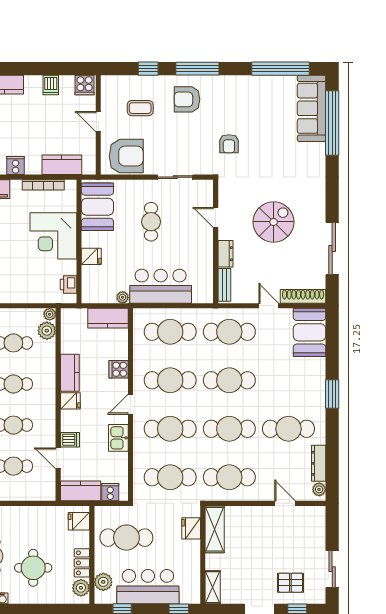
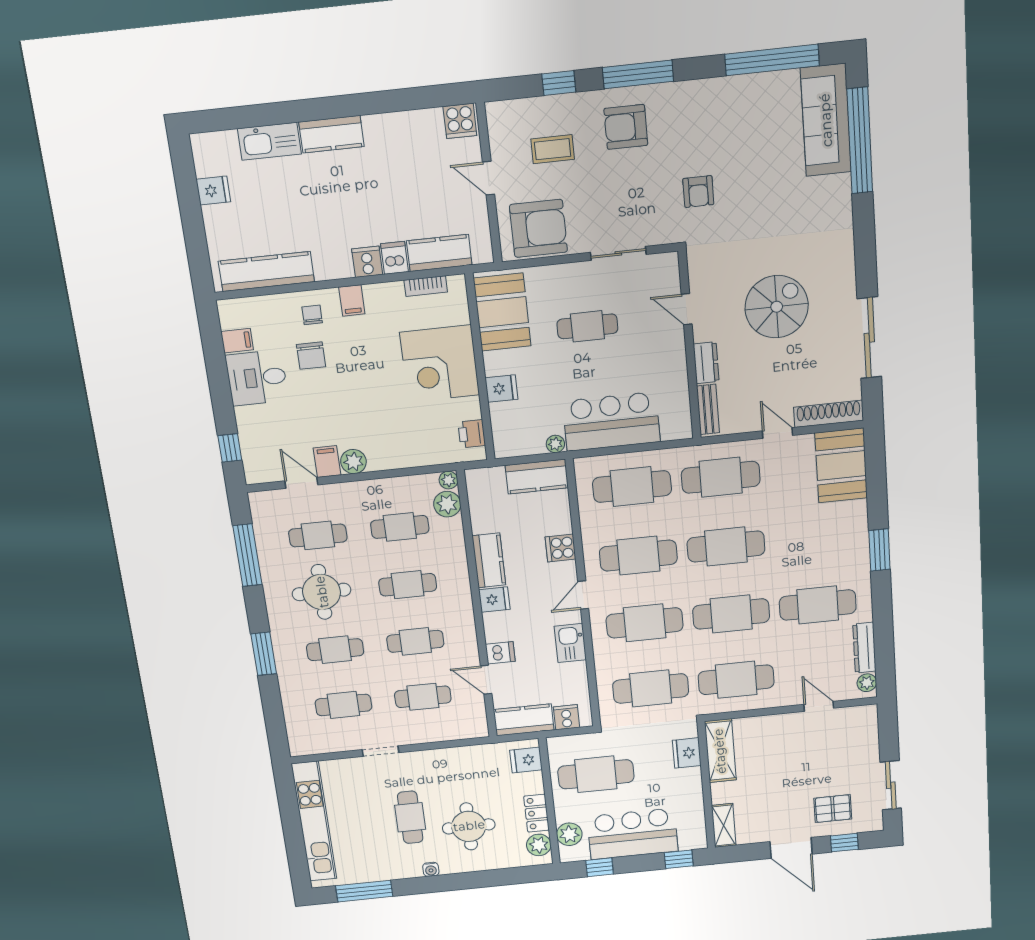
dishwasher: (51, 85) -> (395, 258), moved, turned 180
bookcase: (43, 185) -> (426, 286), width x0.64
cafe table: (151, 222) -> (587, 326), turned 90

